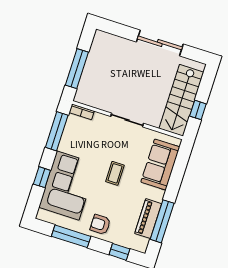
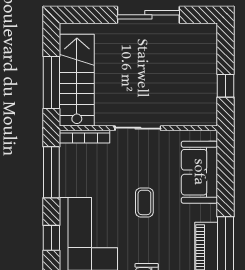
stairs: (181, 100) -> (77, 80), moved, turned 180
bookcase: (82, 112) -> (85, 137), width x1.56

